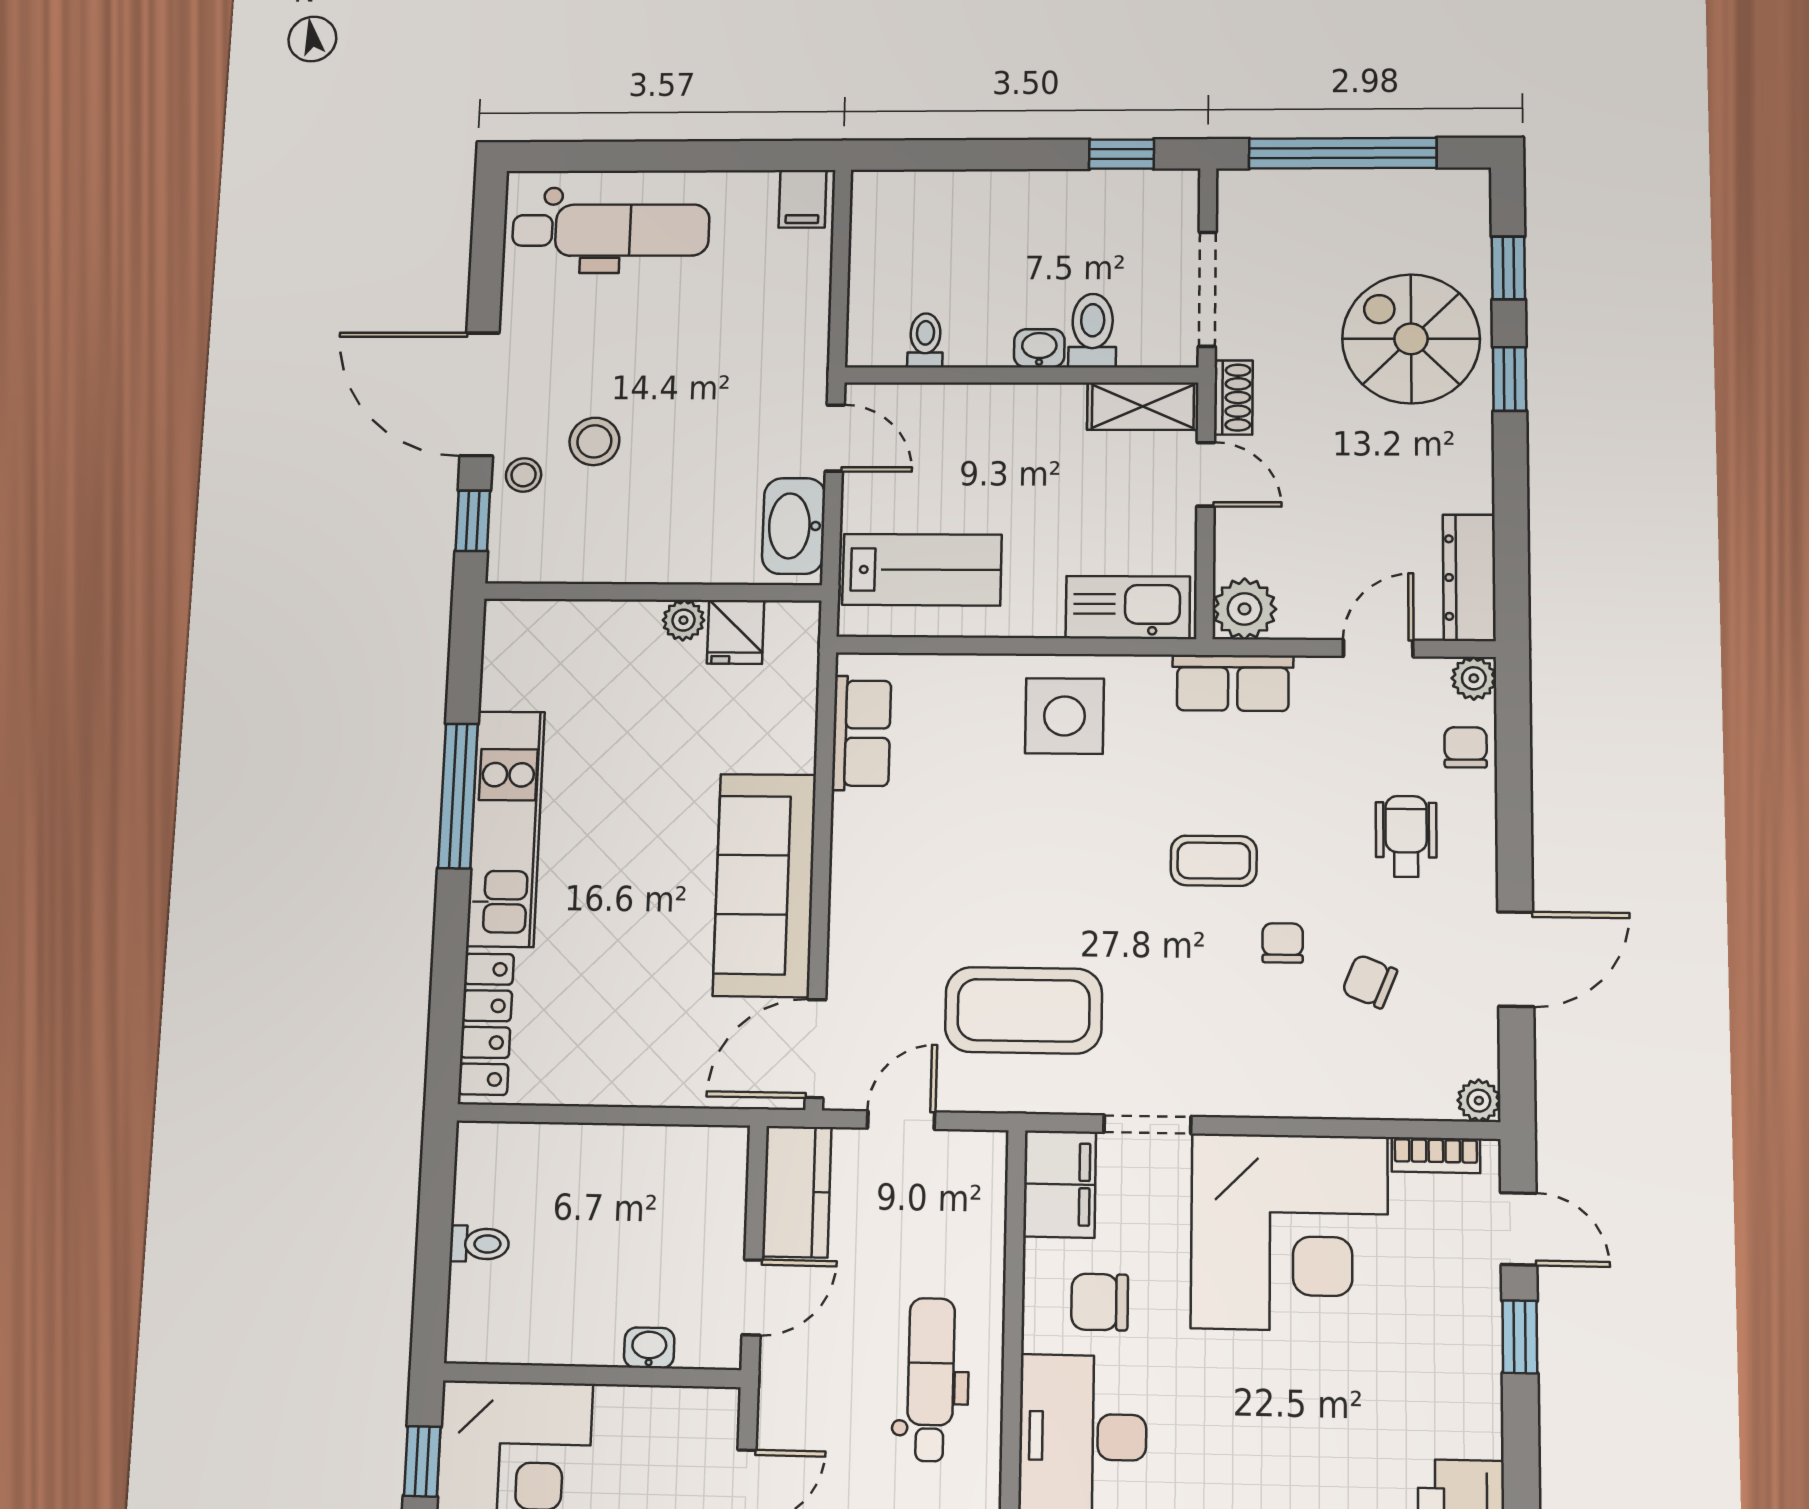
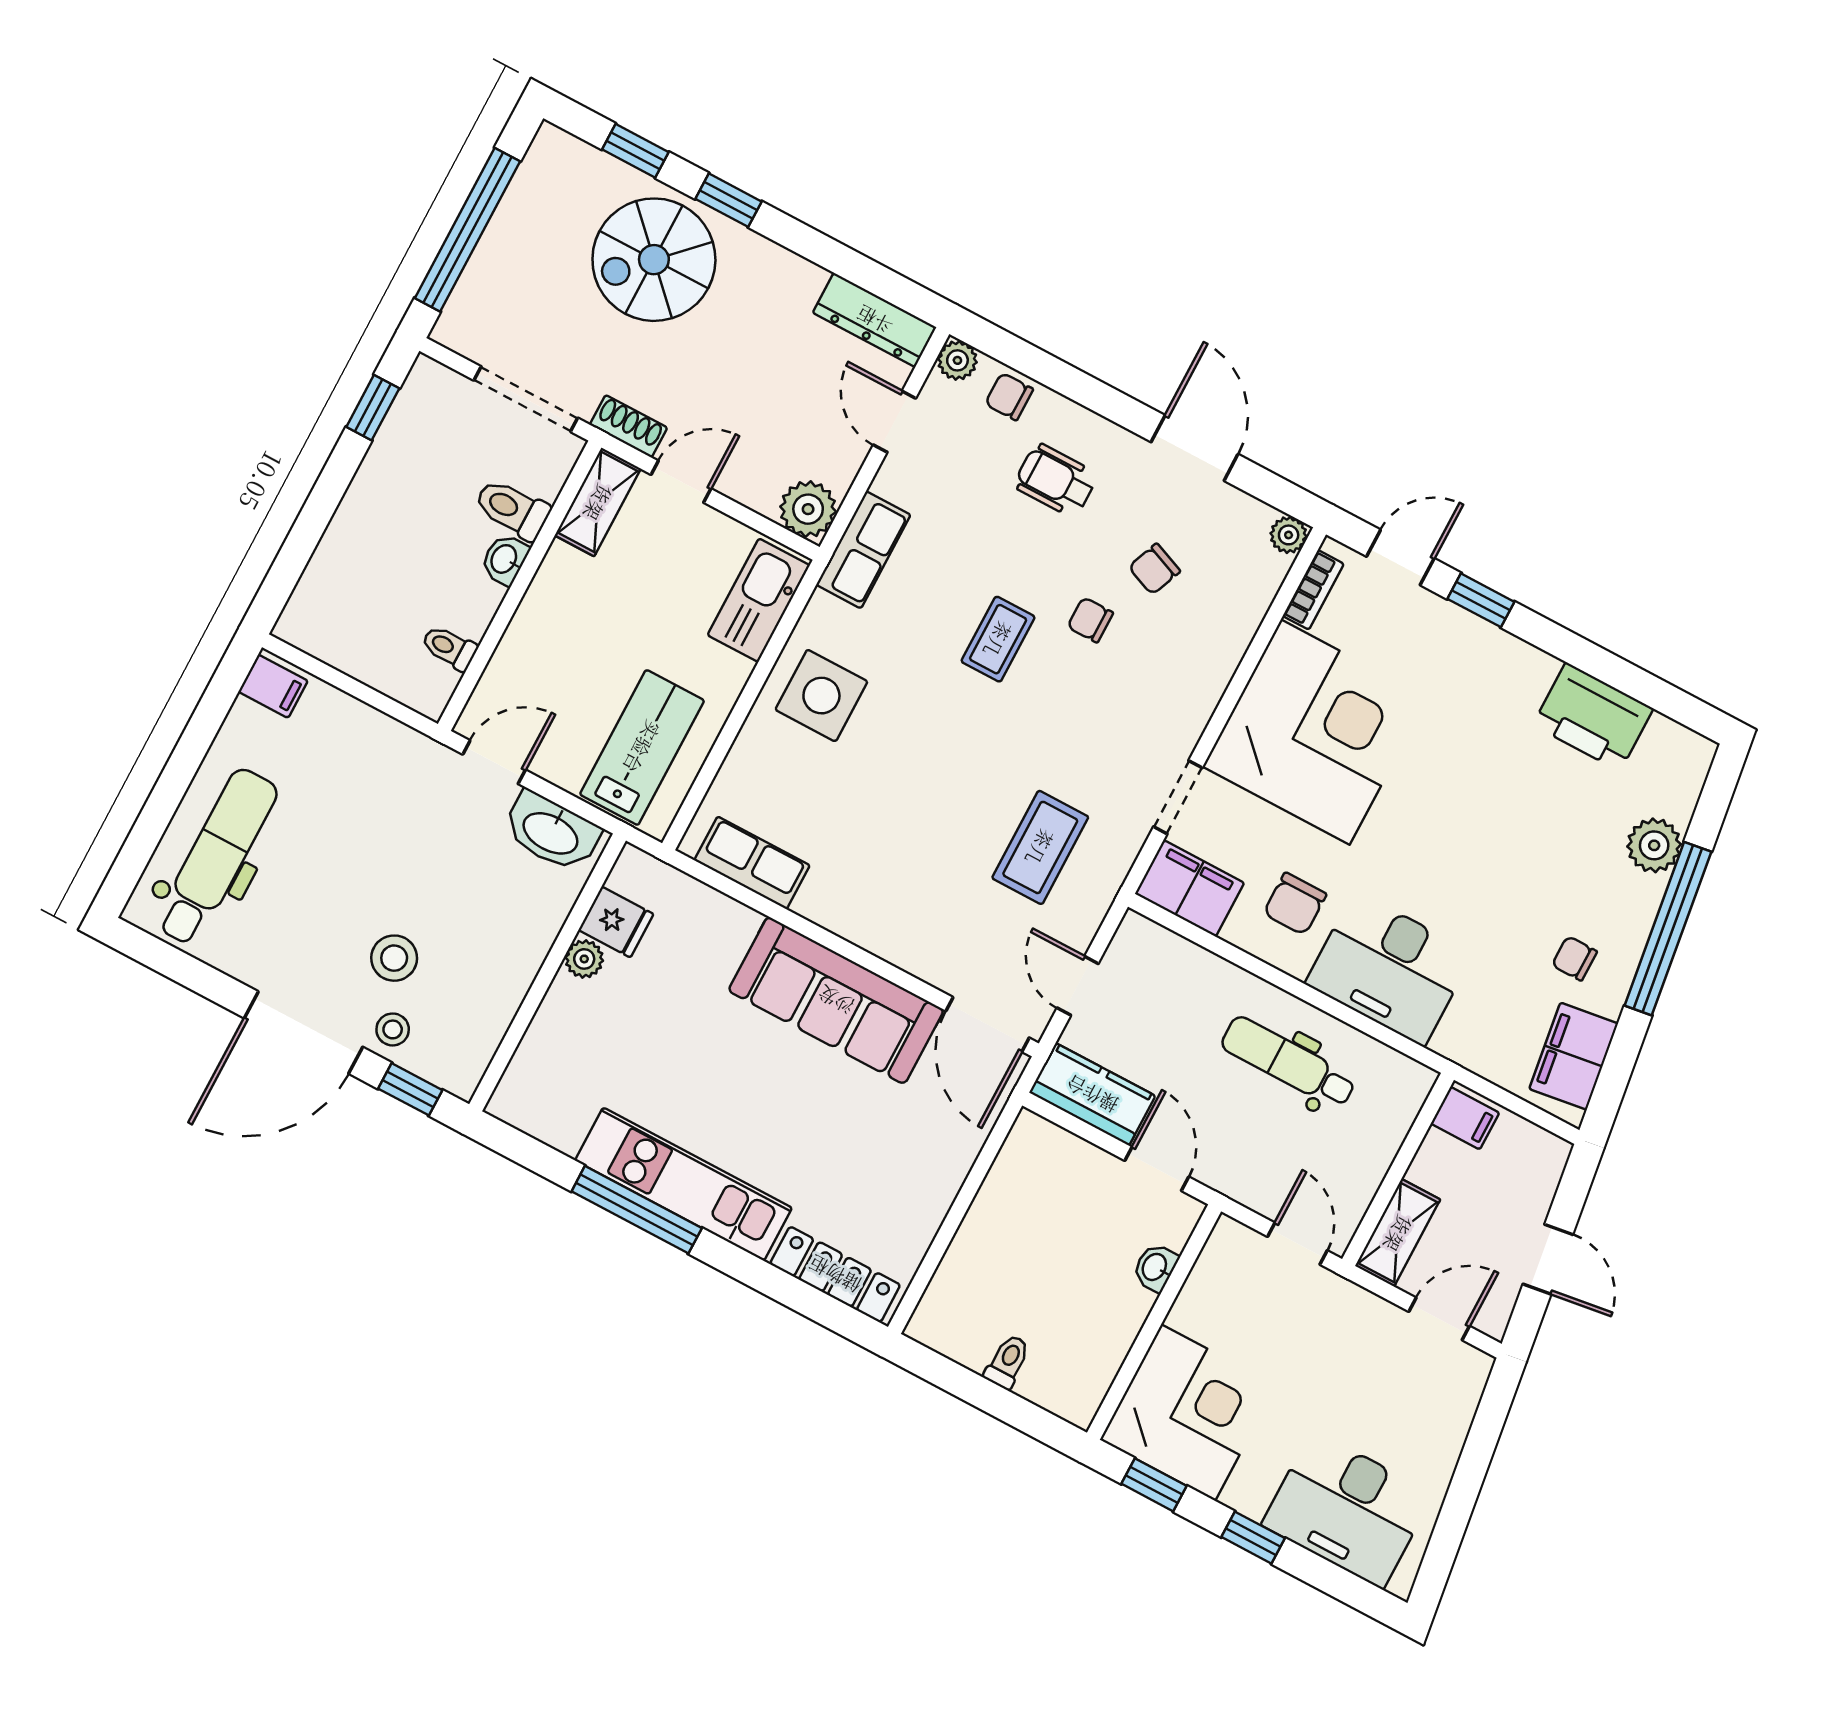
coffee table: (1024, 1010) -> (1040, 847), width x0.73, depth x0.76

